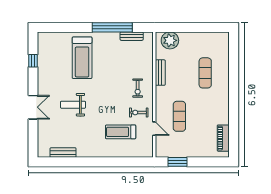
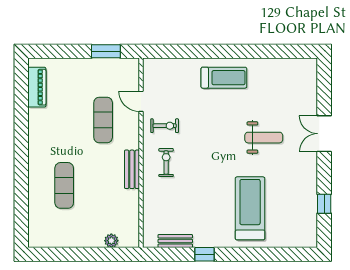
window: (112, 27) -> (204, 254), width x0.32
plant: (170, 40) -> (111, 241), width x0.53, depth x0.53
bench: (160, 73) -> (132, 169), moved
treadmill: (121, 132) -> (224, 78), moved
bench: (63, 153) -> (279, 65), removed

